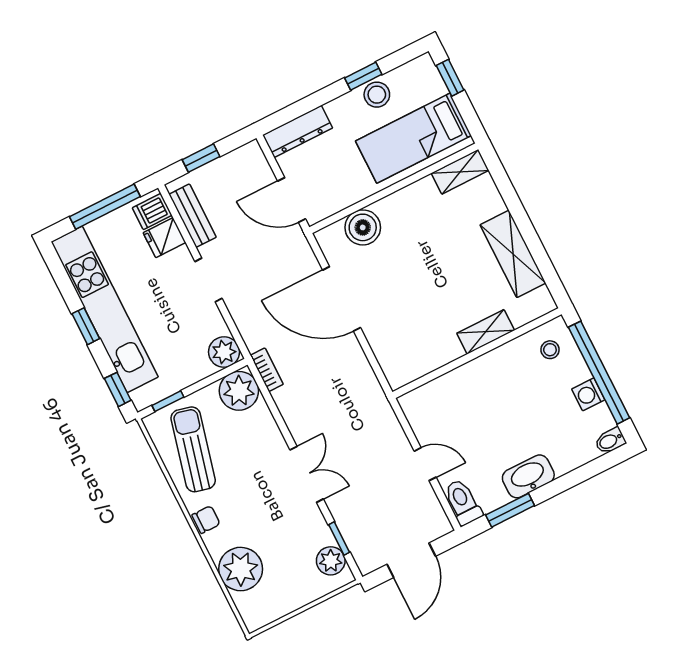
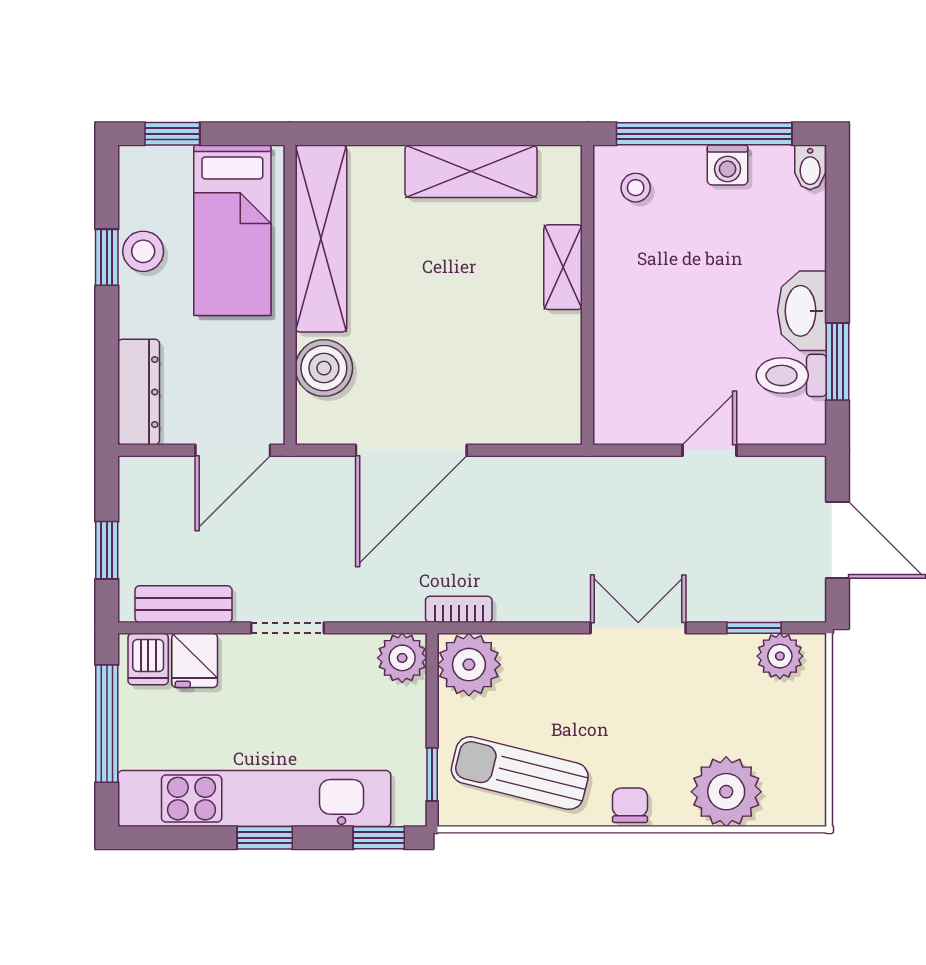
shelving: (460, 172) -> (321, 239), width x2.20, depth x1.33
toilet: (463, 502) -> (791, 375), moved

